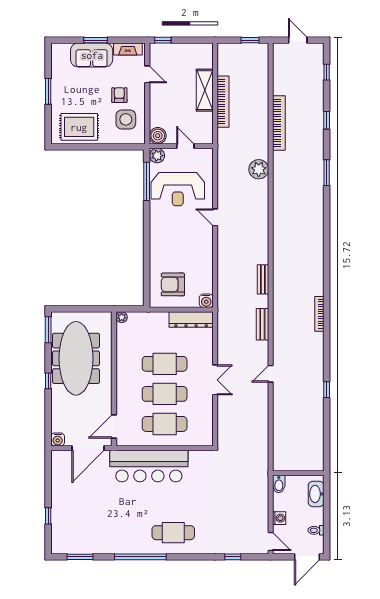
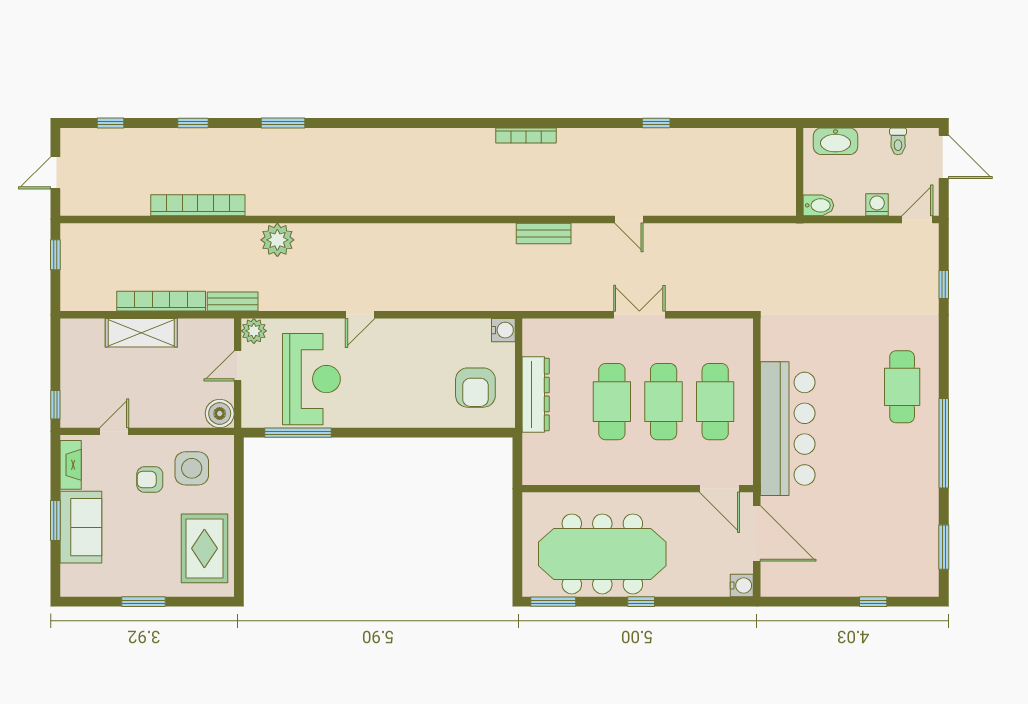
plant: (157, 156) -> (254, 331), moved
bench: (263, 279) -> (233, 302), moved
plant: (122, 317) -> (532, 475), removed
dresser: (191, 320) -> (536, 394), moved

